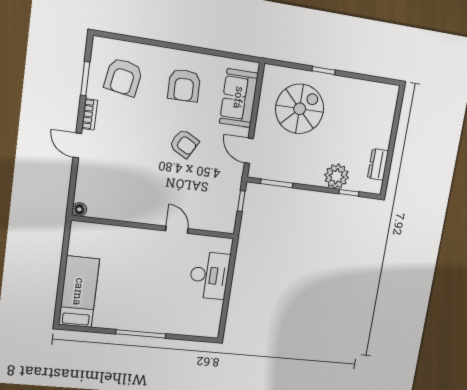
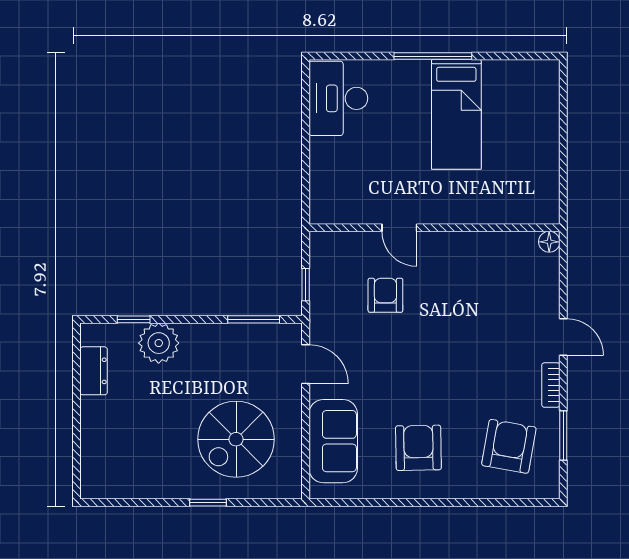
armchair: (184, 144) -> (385, 295), moved, turned 61
desk: (209, 275) -> (338, 98), moved
bed: (79, 292) -> (456, 114), moved

